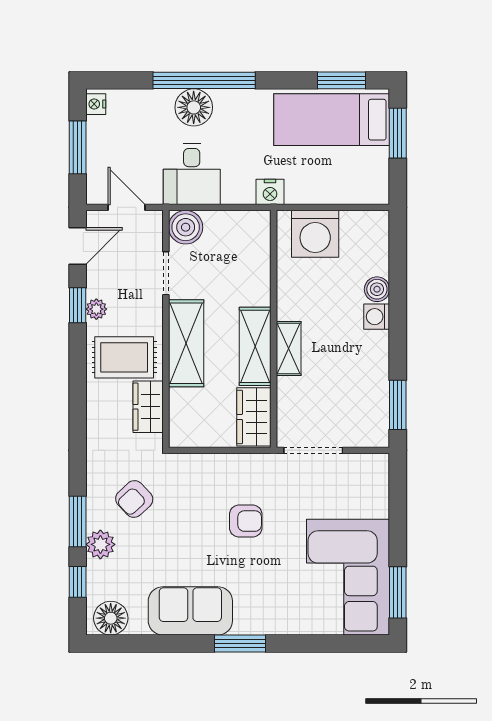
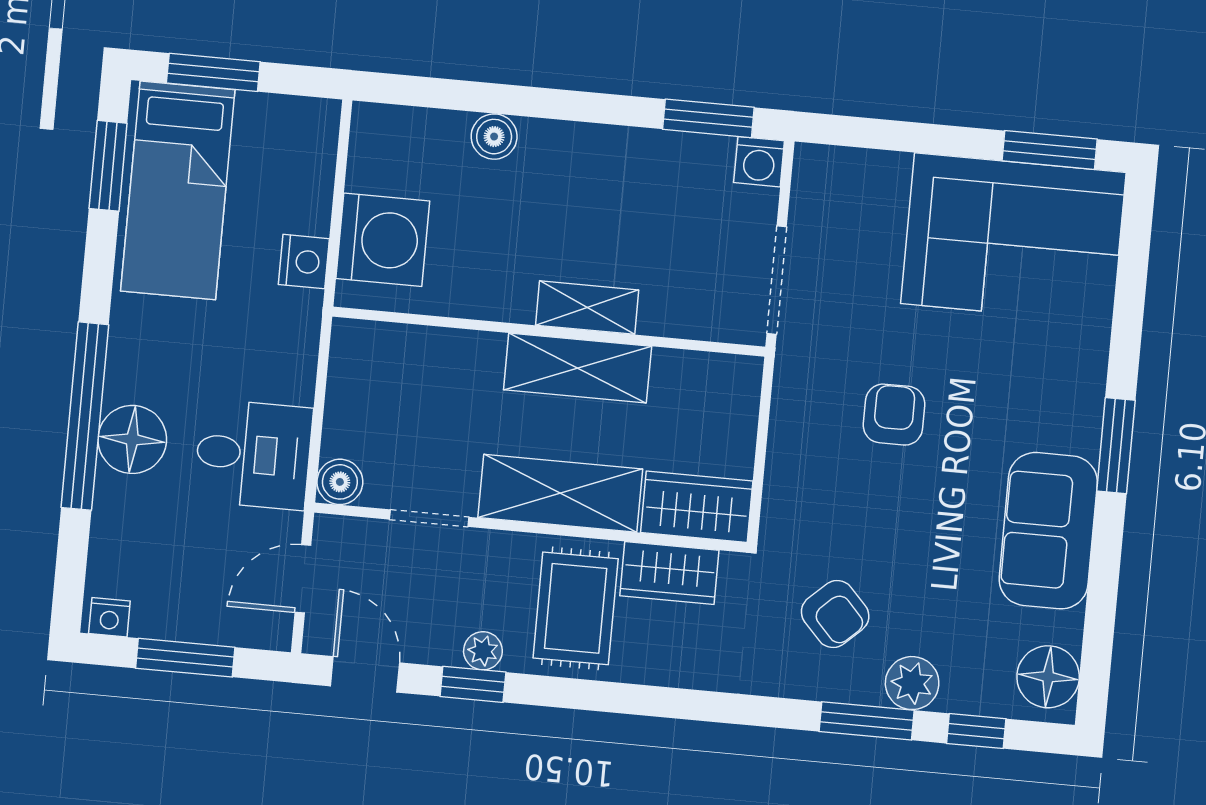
nightstand: (270, 192) -> (304, 262), moved
boiler: (186, 227) -> (340, 482), width x0.73, depth x0.73
washing machine: (377, 317) -> (759, 162), moved
wardrobe: (254, 417) -> (697, 507), moved, turned 180

